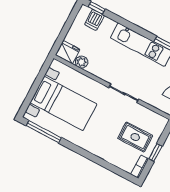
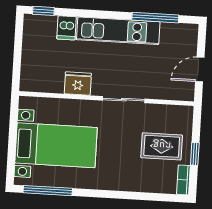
dishwasher: (94, 20) -> (67, 28), moved
fridge: (68, 52) -> (78, 83), moved
plant: (82, 62) -> (55, 85), removed

